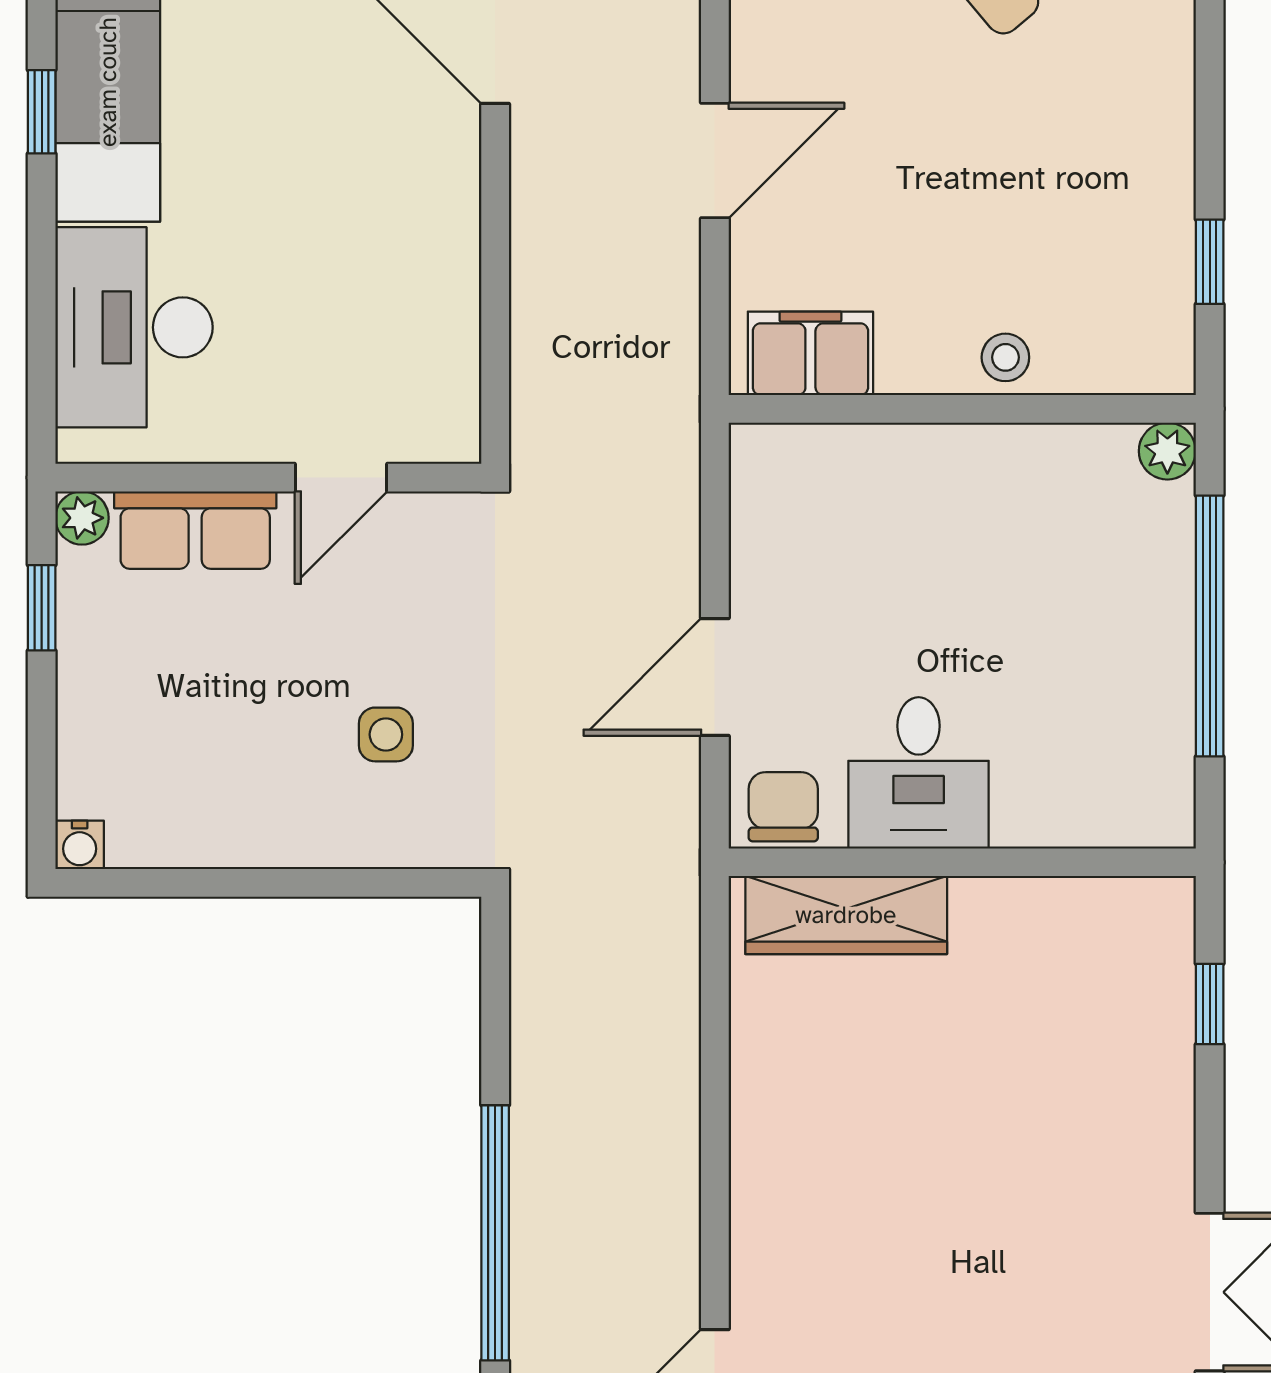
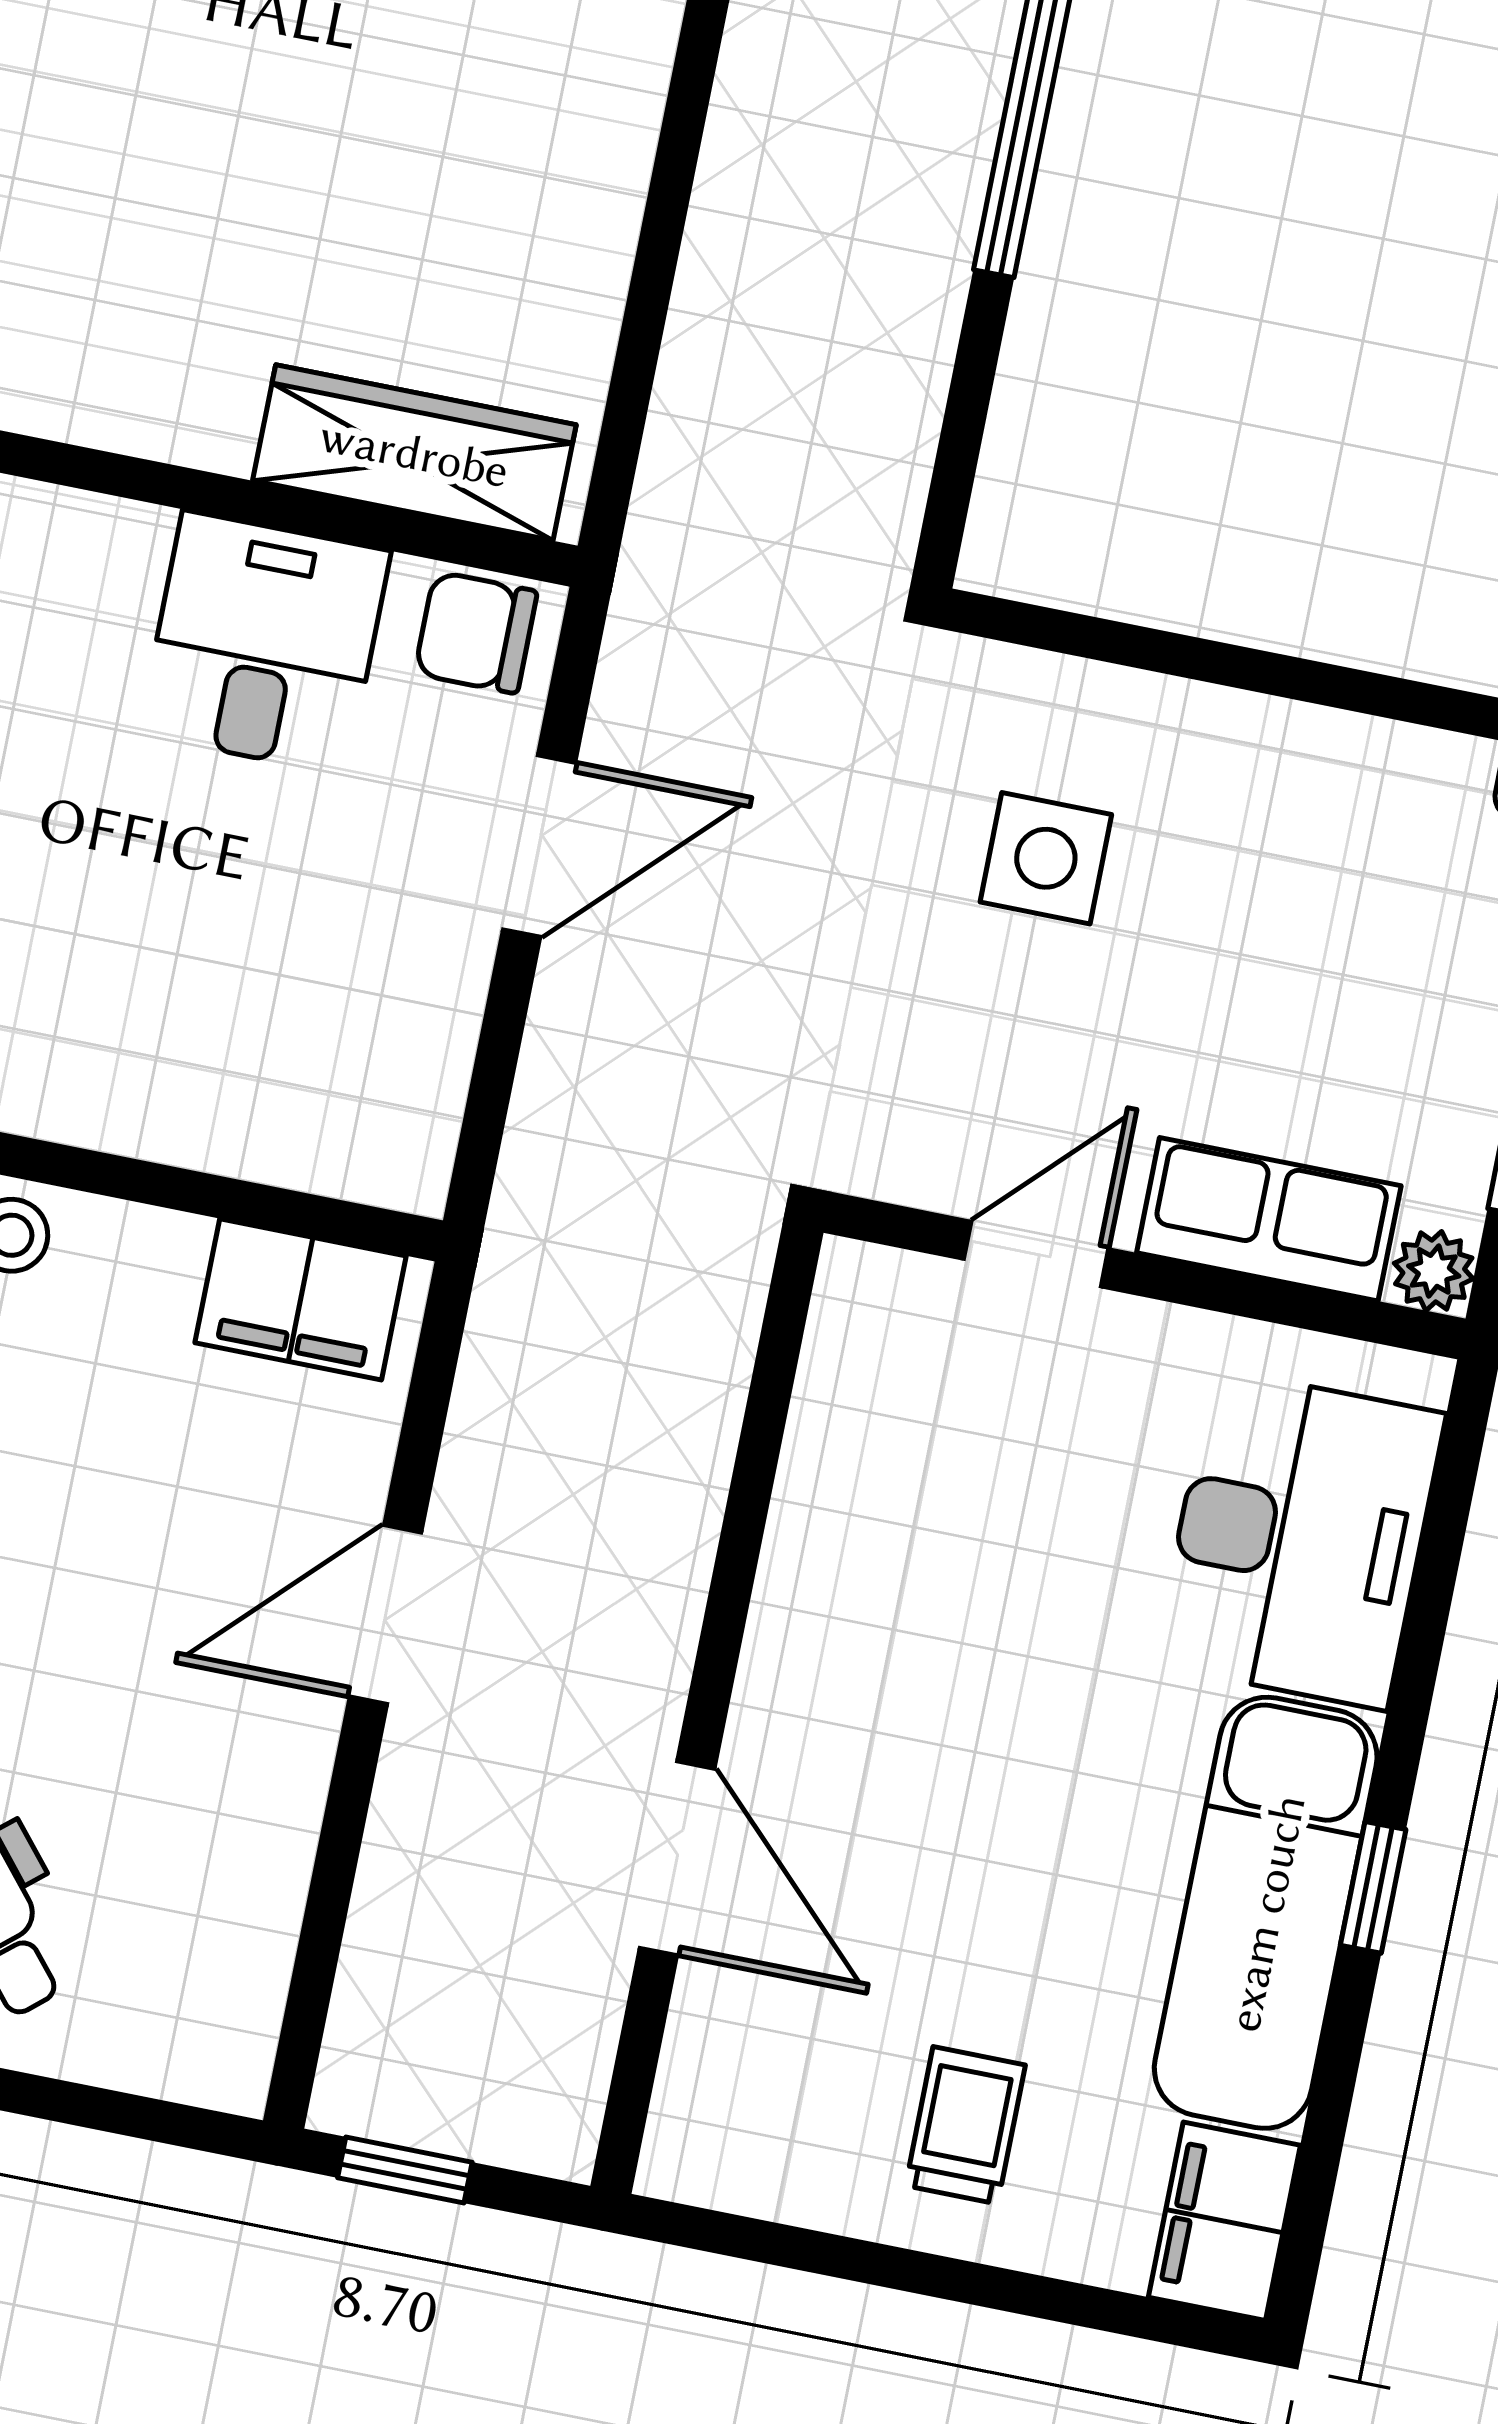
side table: (386, 734) -> (1046, 858), width x1.37, depth x1.37
chair: (783, 807) -> (476, 632), turned 90

